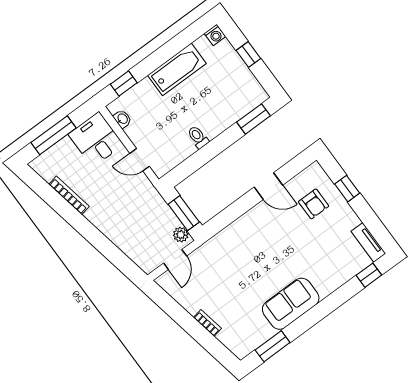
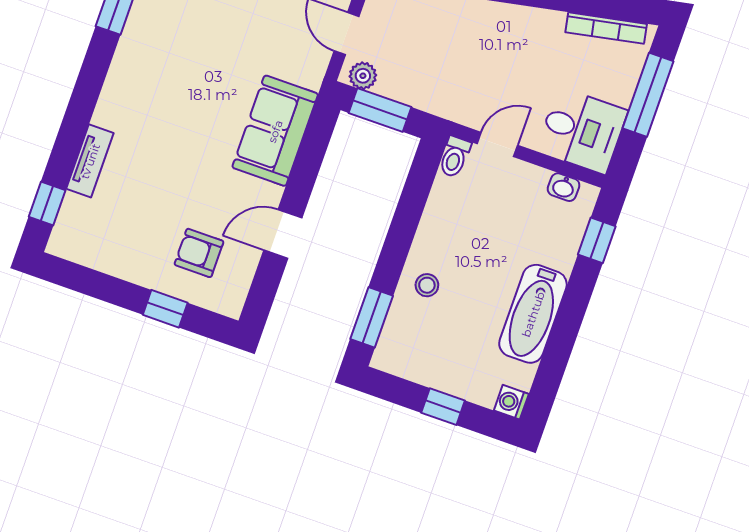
stool: (217, 116) -> (427, 285), added
toilet: (198, 137) -> (455, 157), moved, turned 90
bookcase: (69, 195) -> (606, 28), moved
tv unit: (368, 242) -> (90, 161), moved, turned 90
sofa: (291, 304) -> (275, 131), moved, turned 180

